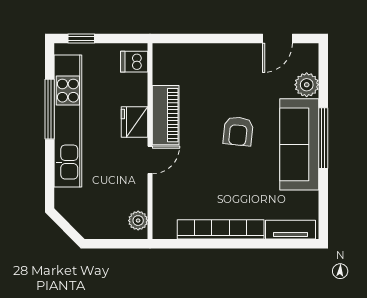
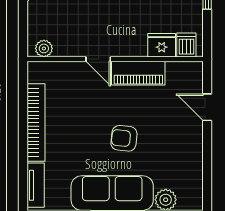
door: (277, 38) -> (207, 107), moved
fridge: (135, 122) -> (162, 45), moved

